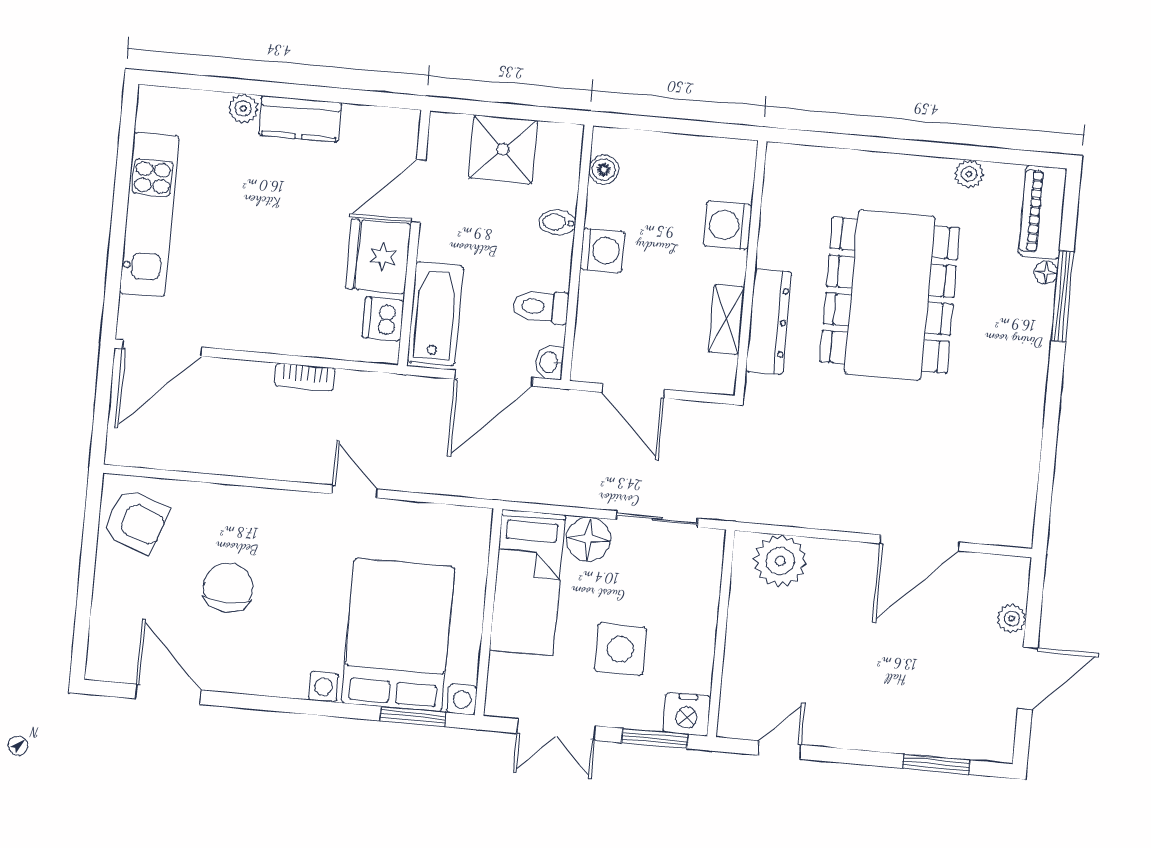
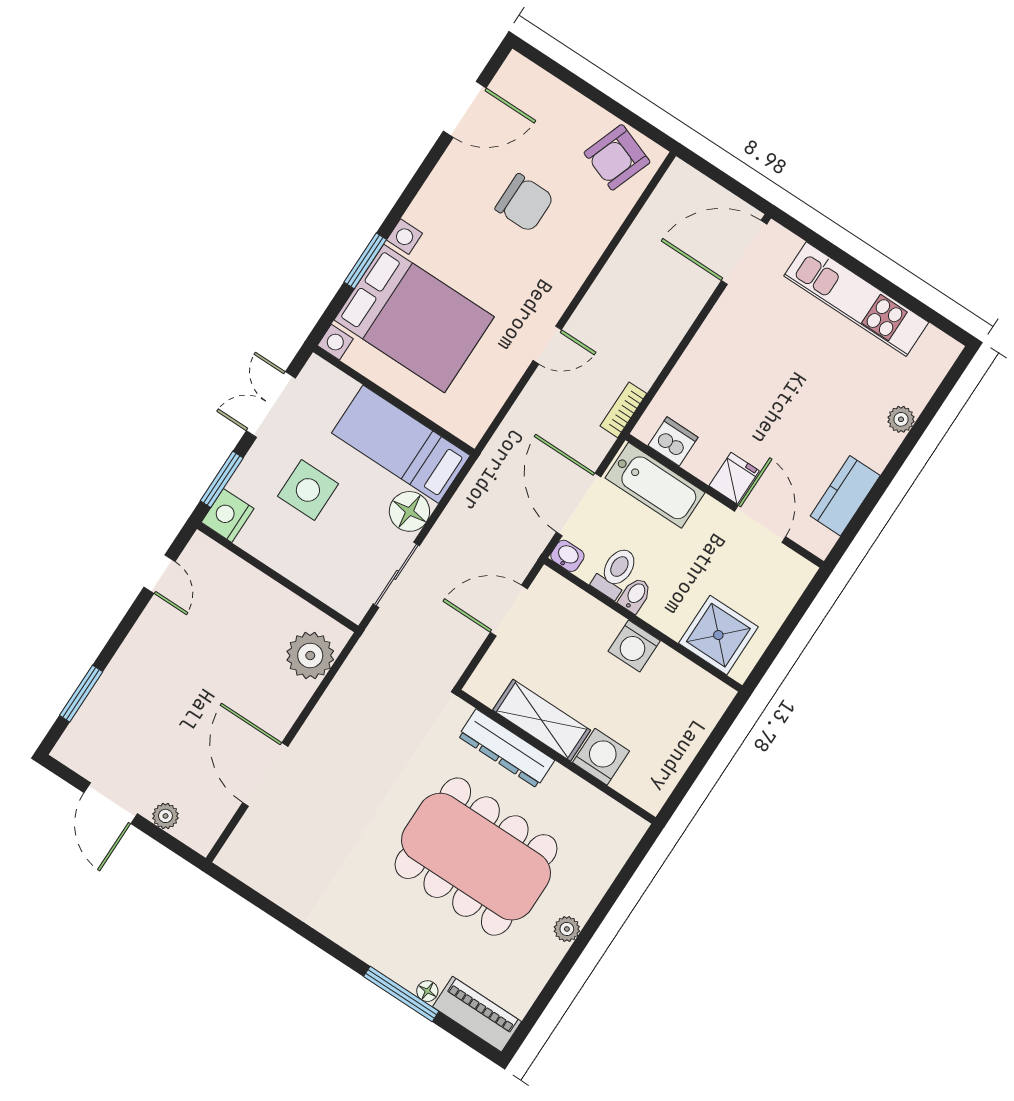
kitchen counter: (300, 119) -> (845, 496), moved
shower: (503, 149) -> (718, 635), moved
boiler: (604, 170) -> (698, 681), removed
plant: (969, 174) -> (567, 929), moved
bidet: (557, 222) -> (635, 595), moved
fridge: (378, 256) -> (734, 478), width x0.53, depth x0.75
shelving: (726, 319) -> (542, 720), width x1.50, depth x1.33
door: (162, 348) -> (744, 252), hinge flipped
bookcase: (305, 377) -> (623, 410), moved
window: (413, 717) -> (365, 261), moved

